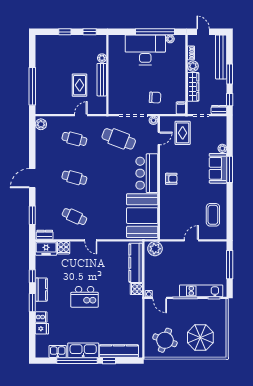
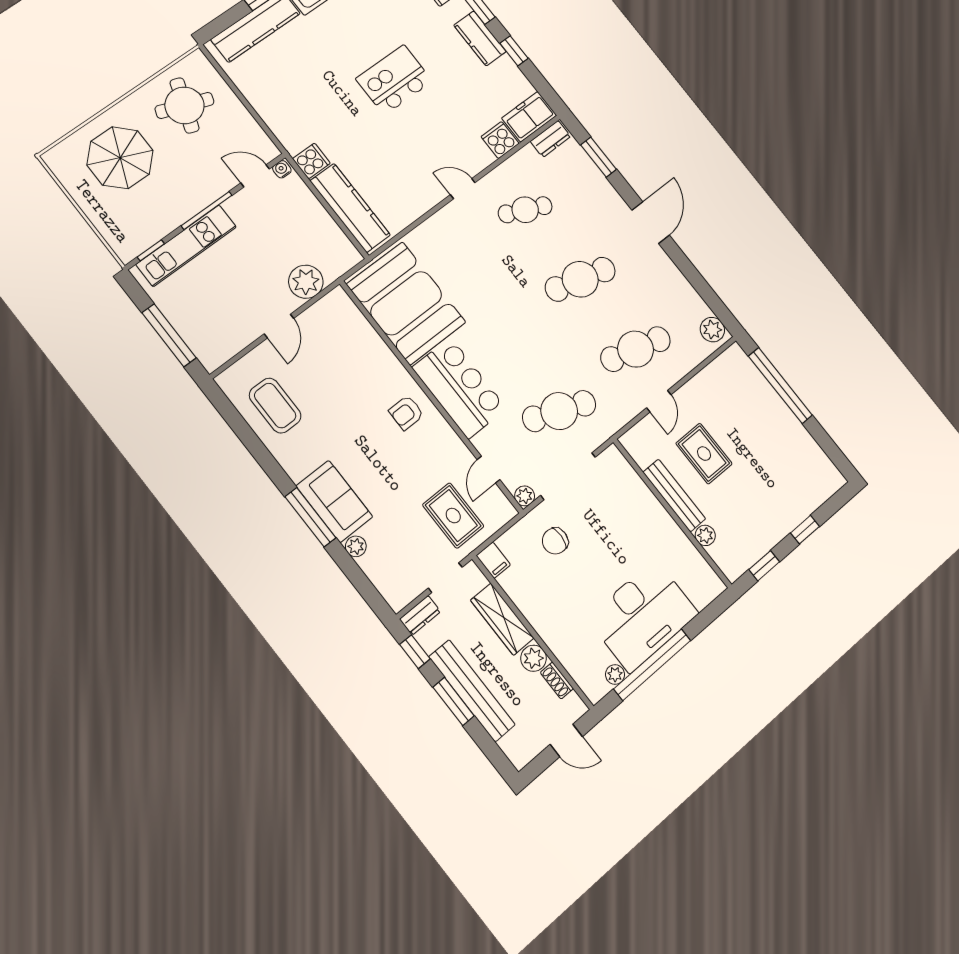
bench: (221, 57) -> (472, 691), moved
cafe table: (74, 139) -> (636, 349), width x1.37, depth x1.35
cafe table: (74, 178) -> (580, 279), width x1.37, depth x1.35
plant: (155, 249) -> (306, 282), moved

